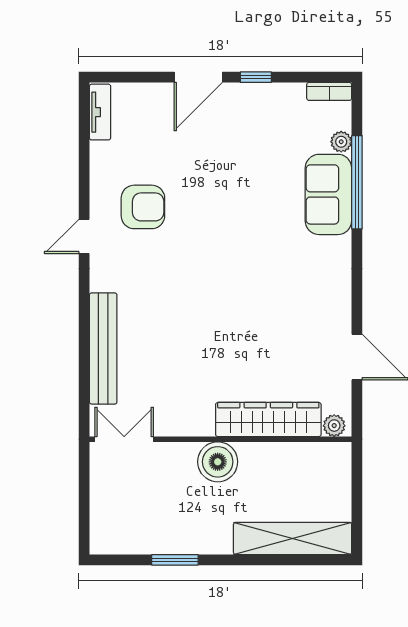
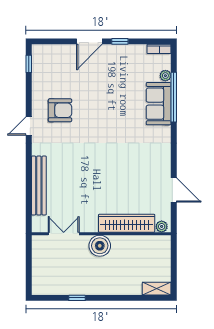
tv unit: (100, 112) -> (37, 60), removed
window: (84, 120) -> (29, 64), added
double door: (124, 439) -> (64, 234), moved
shelving: (293, 538) -> (157, 289), width x0.45, depth x0.75
window: (175, 560) -> (77, 298), width x0.67

